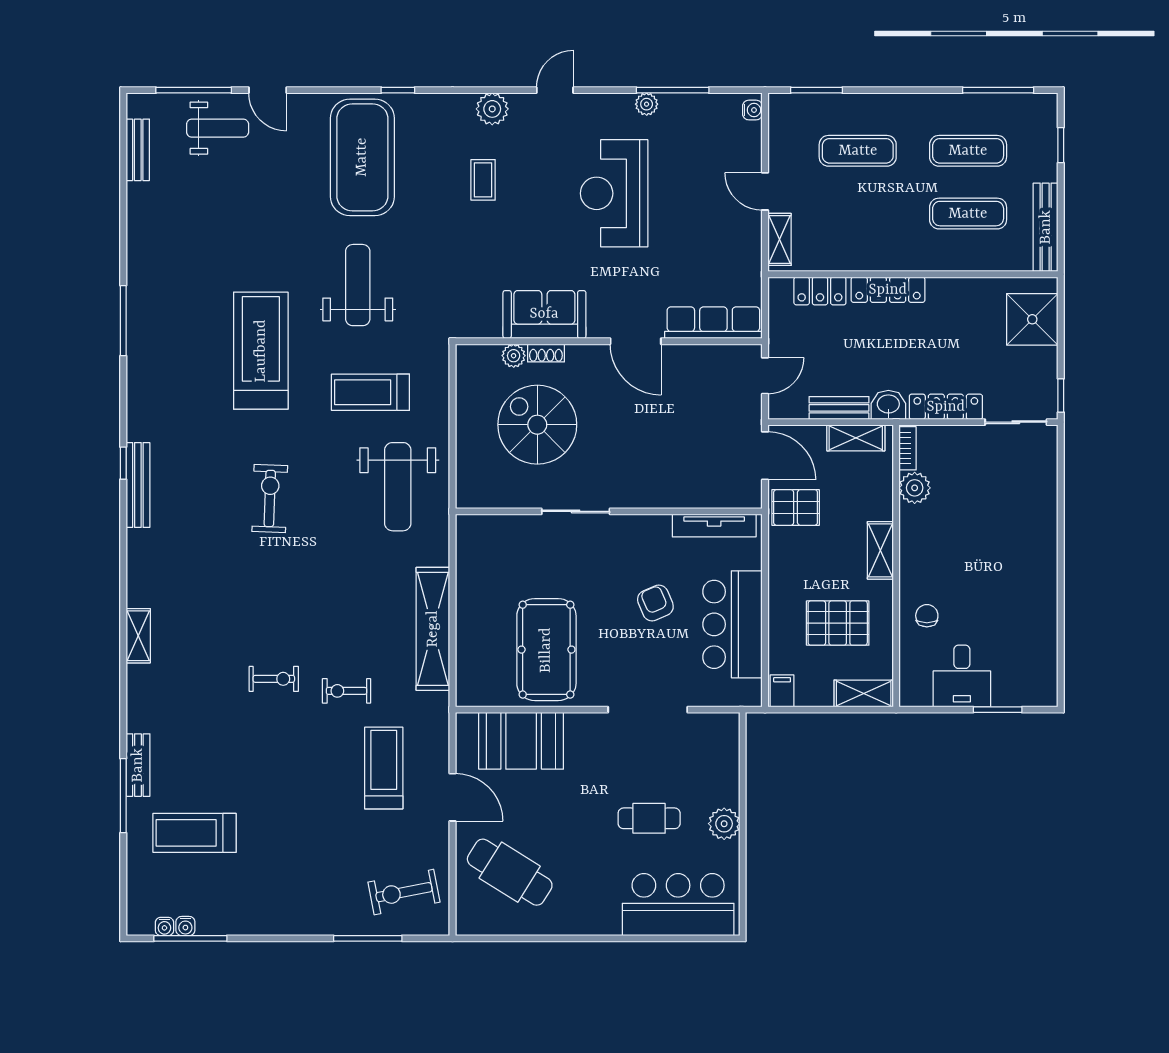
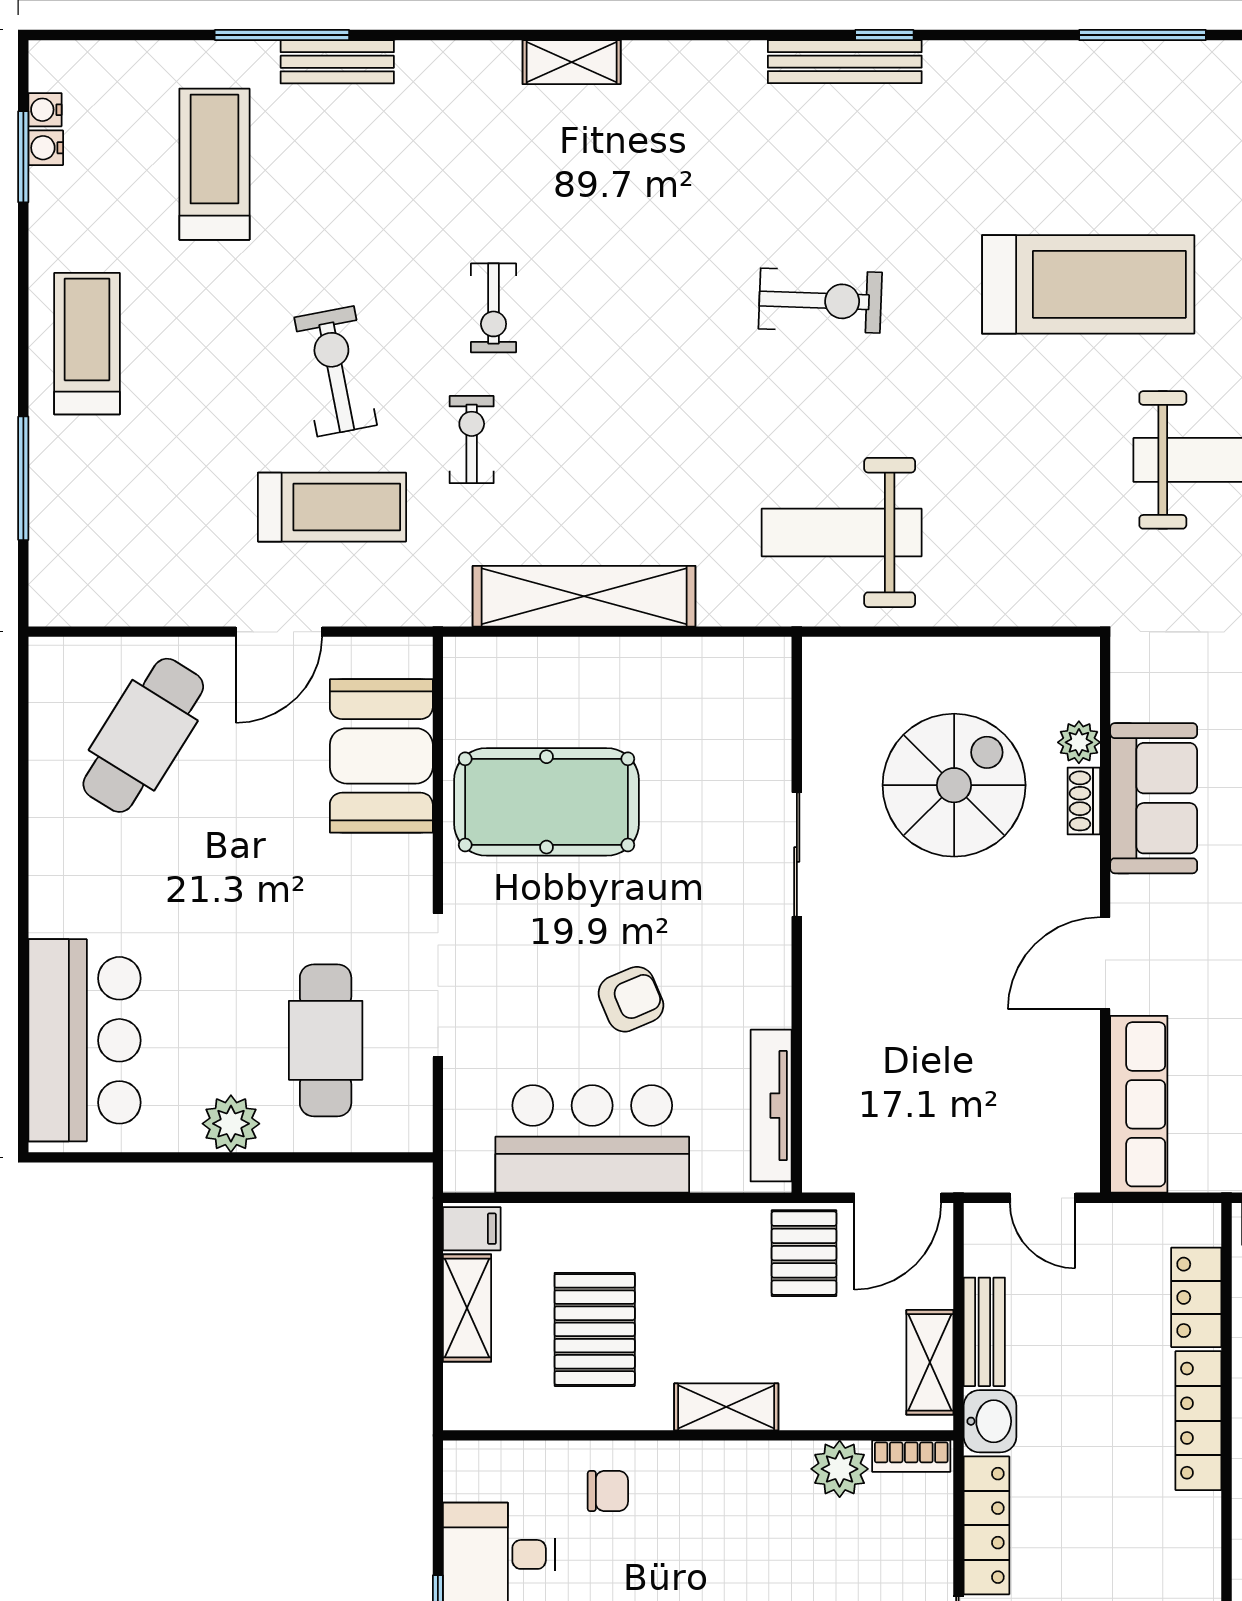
treadmill: (370, 392) -> (87, 344), moved
shelving: (864, 693) -> (467, 1308), moved
cafe table: (649, 818) -> (326, 1040), moved, width x1.37, depth x1.35
exercise bike: (404, 892) -> (336, 371), moved
window: (190, 938) -> (23, 157), width x0.69

